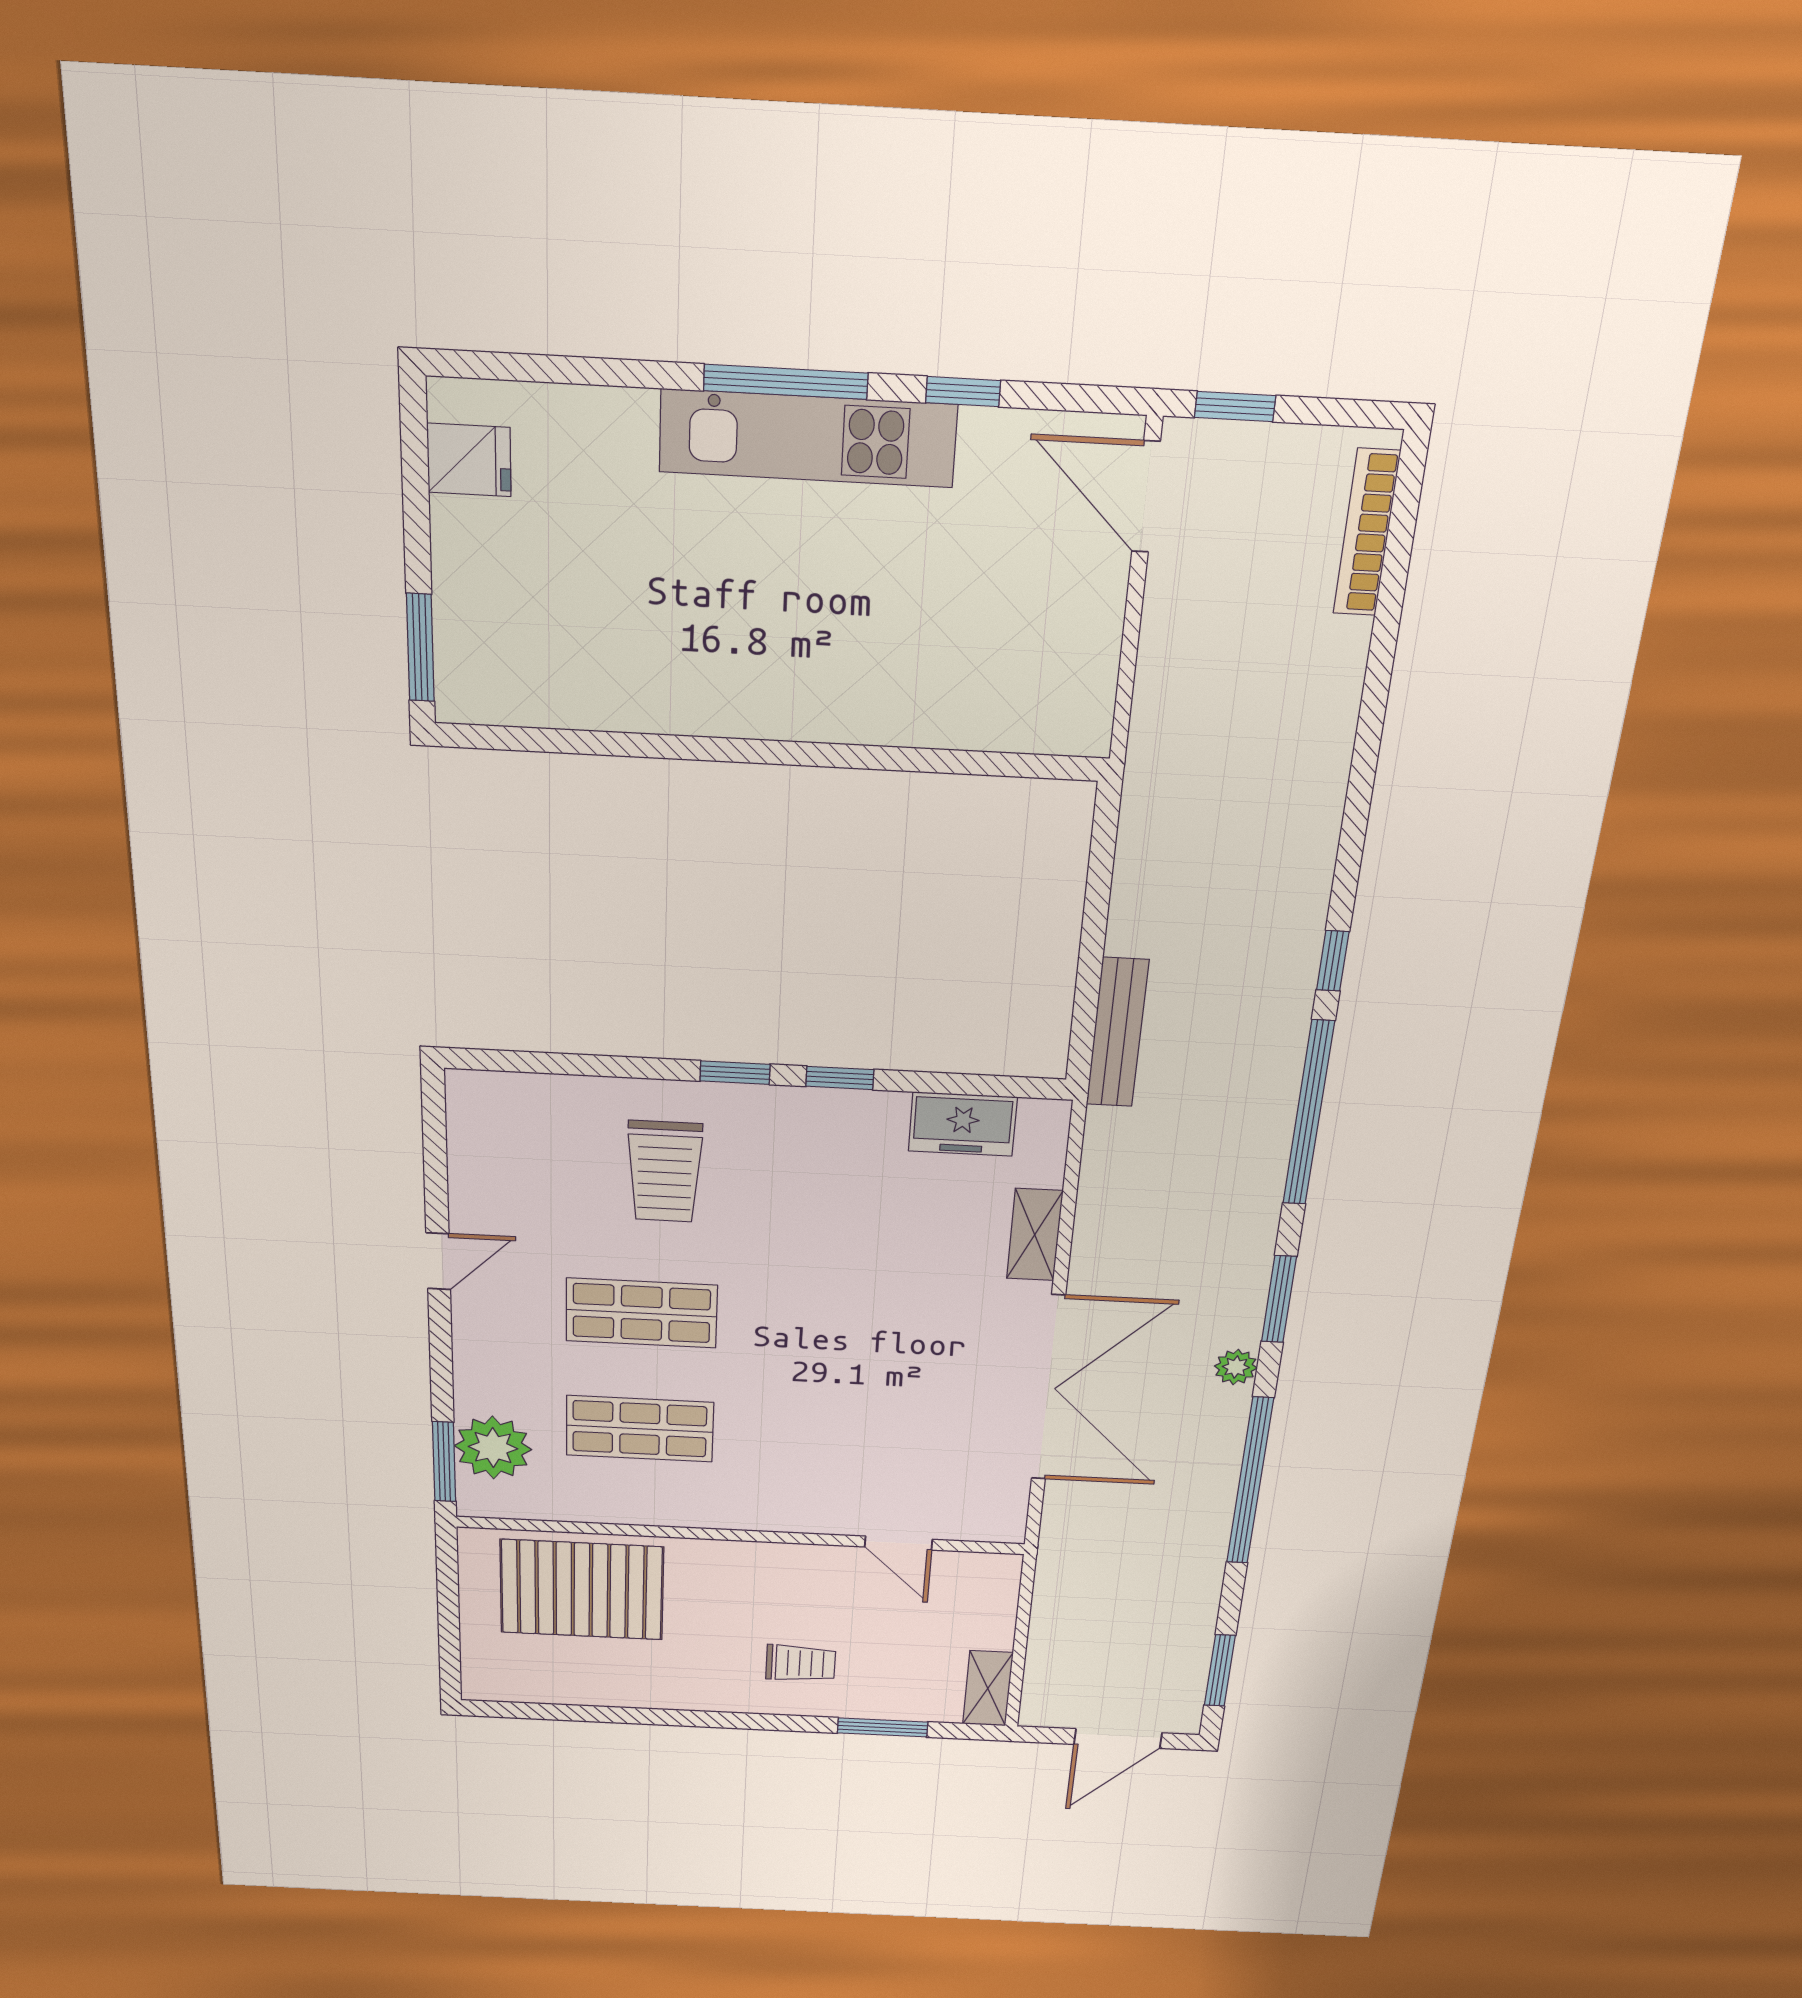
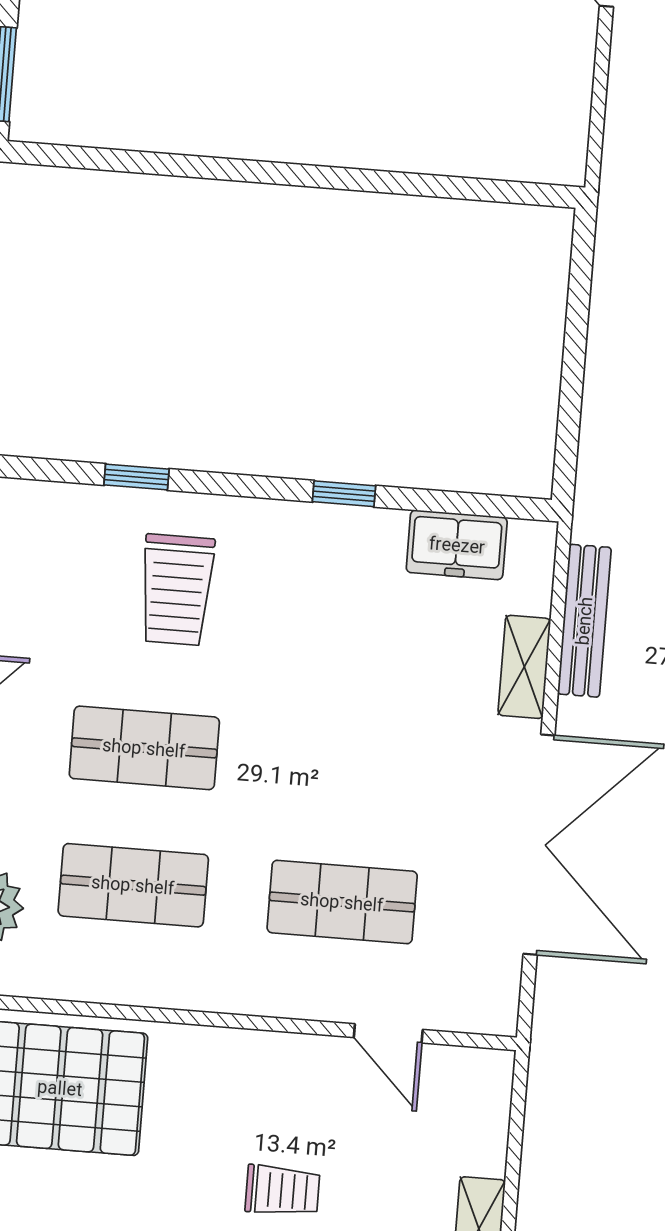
bench: (1117, 1033) -> (584, 621), moved
window: (735, 1073) -> (136, 477), moved
shop shelf: (850, 1439) -> (342, 902), added

